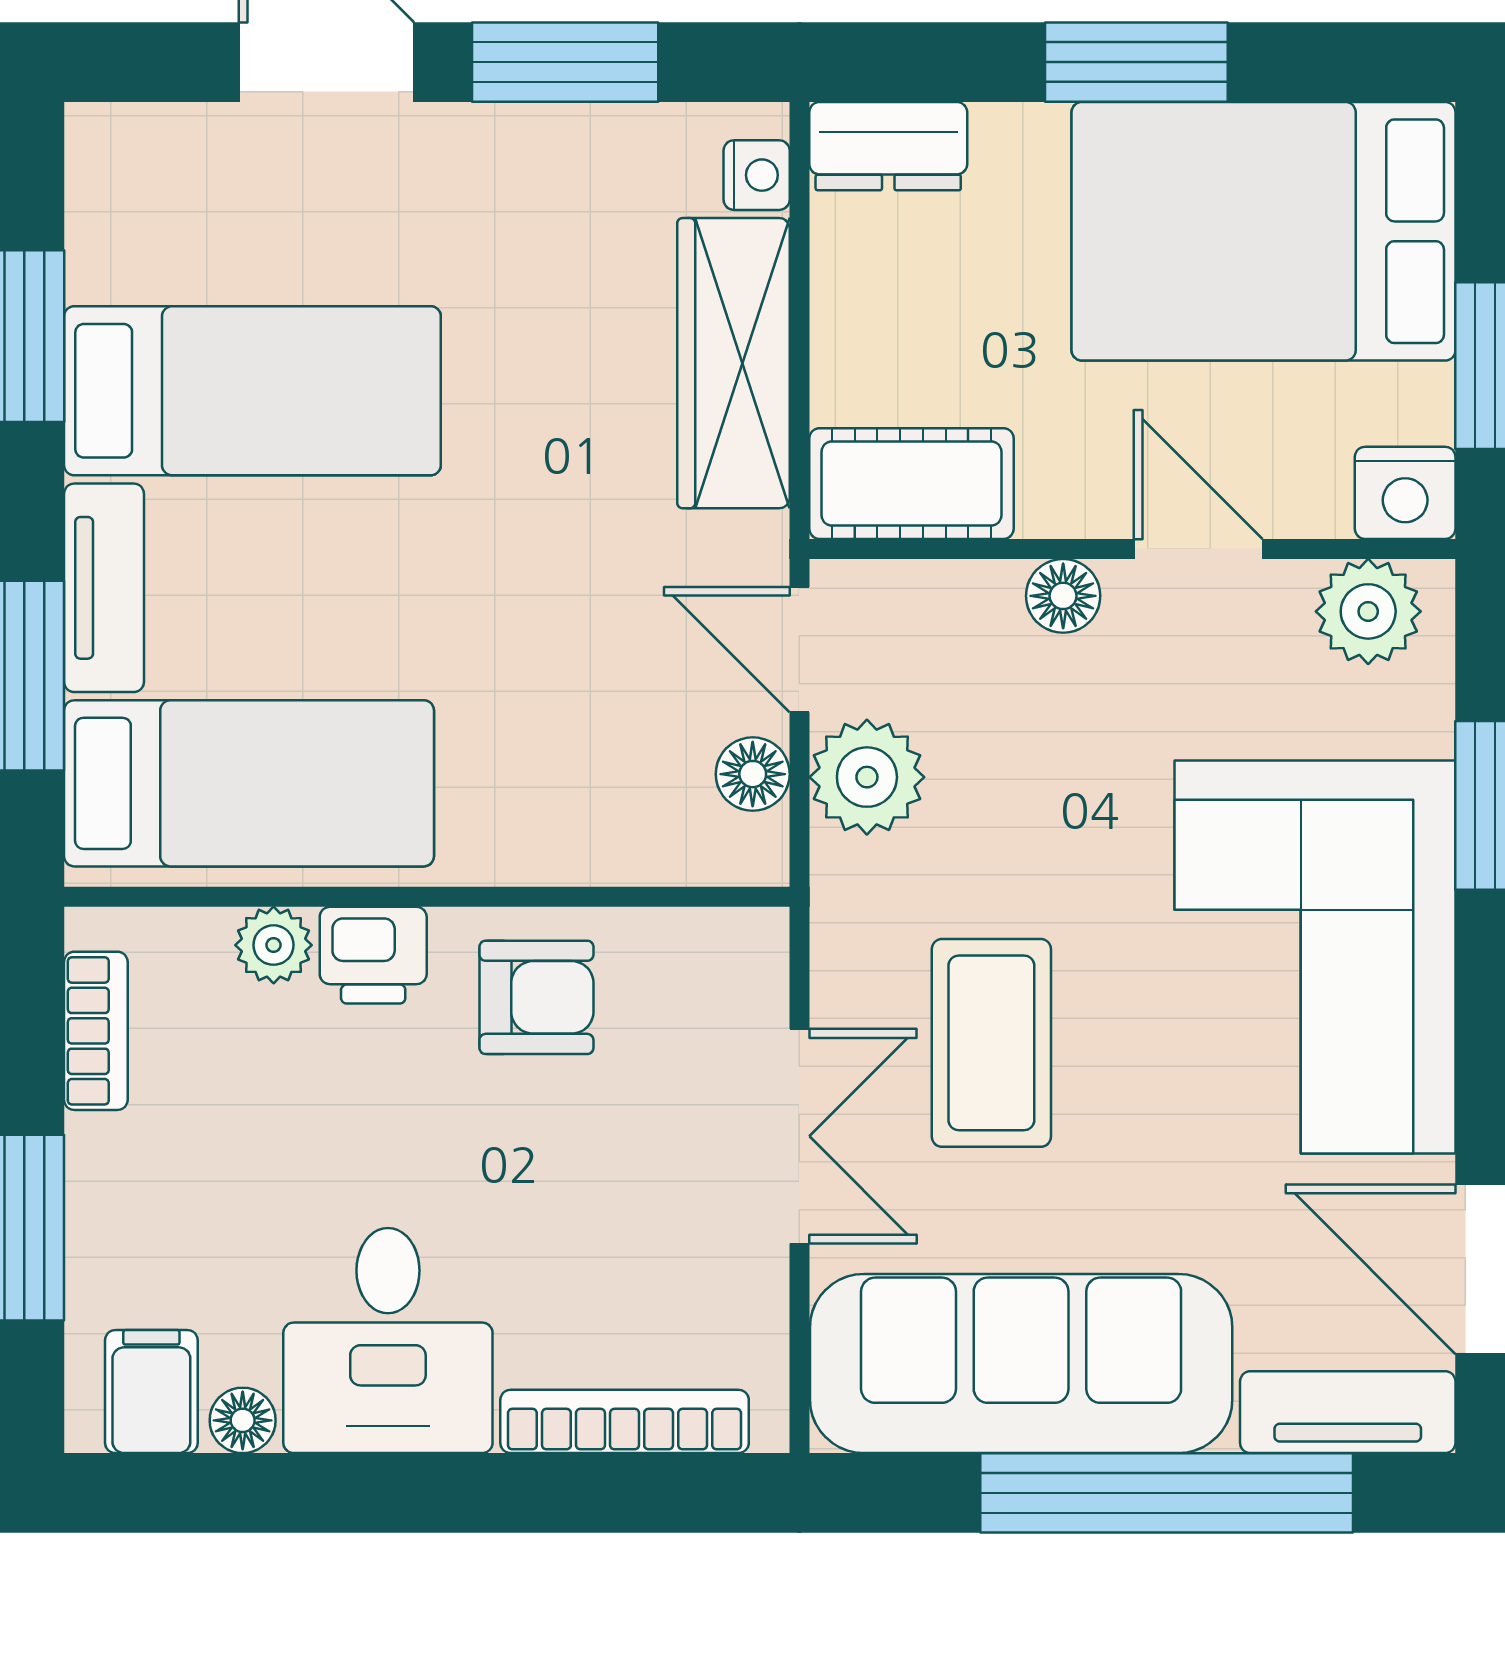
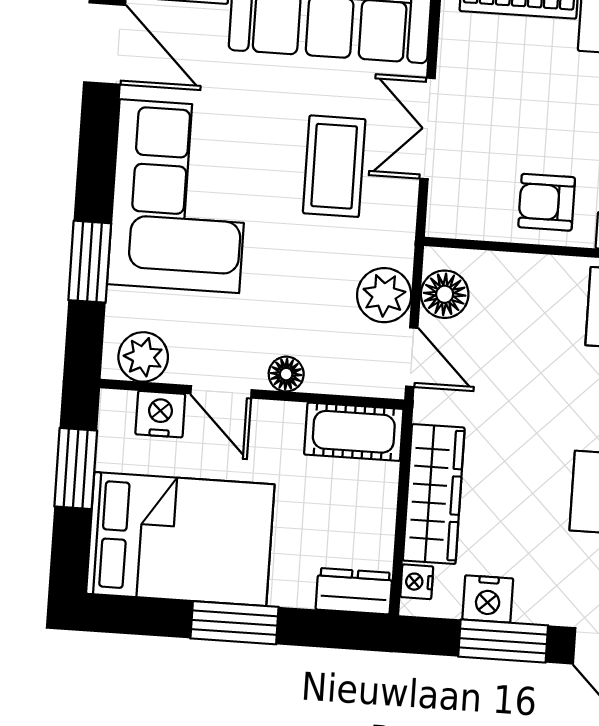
nightstand: (604, 149) -> (488, 599), added
nightstand: (1405, 493) -> (160, 414), moved
floor lamp: (753, 774) -> (445, 294), width x1.37, depth x1.37

